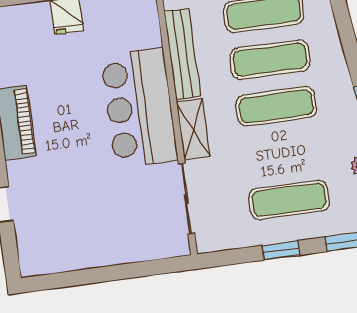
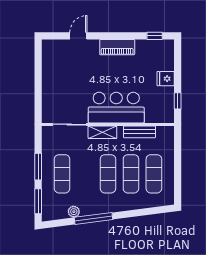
bench: (182, 54) -> (139, 132), width x0.73
window: (281, 250) -> (38, 167), width x1.50

